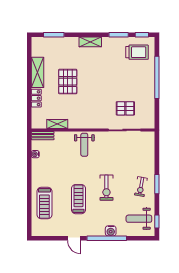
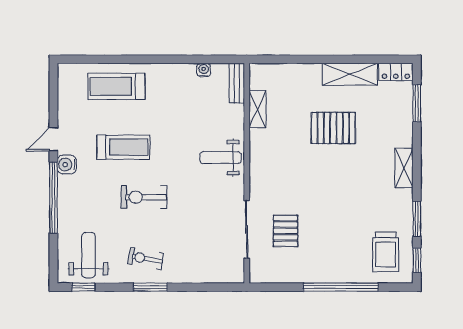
locker: (36, 98) -> (396, 72), moved
water cooler: (111, 231) -> (67, 165), moved

